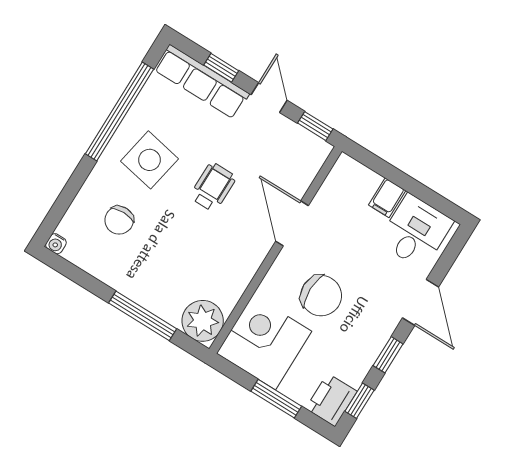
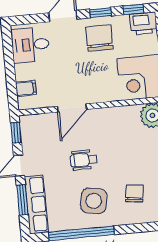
window: (221, 68) -> (22, 200), width x1.50
filing cabinet: (387, 198) -> (26, 88), moved
chair: (119, 220) -> (134, 193), turned -83
chair: (321, 296) -> (99, 38), moved

